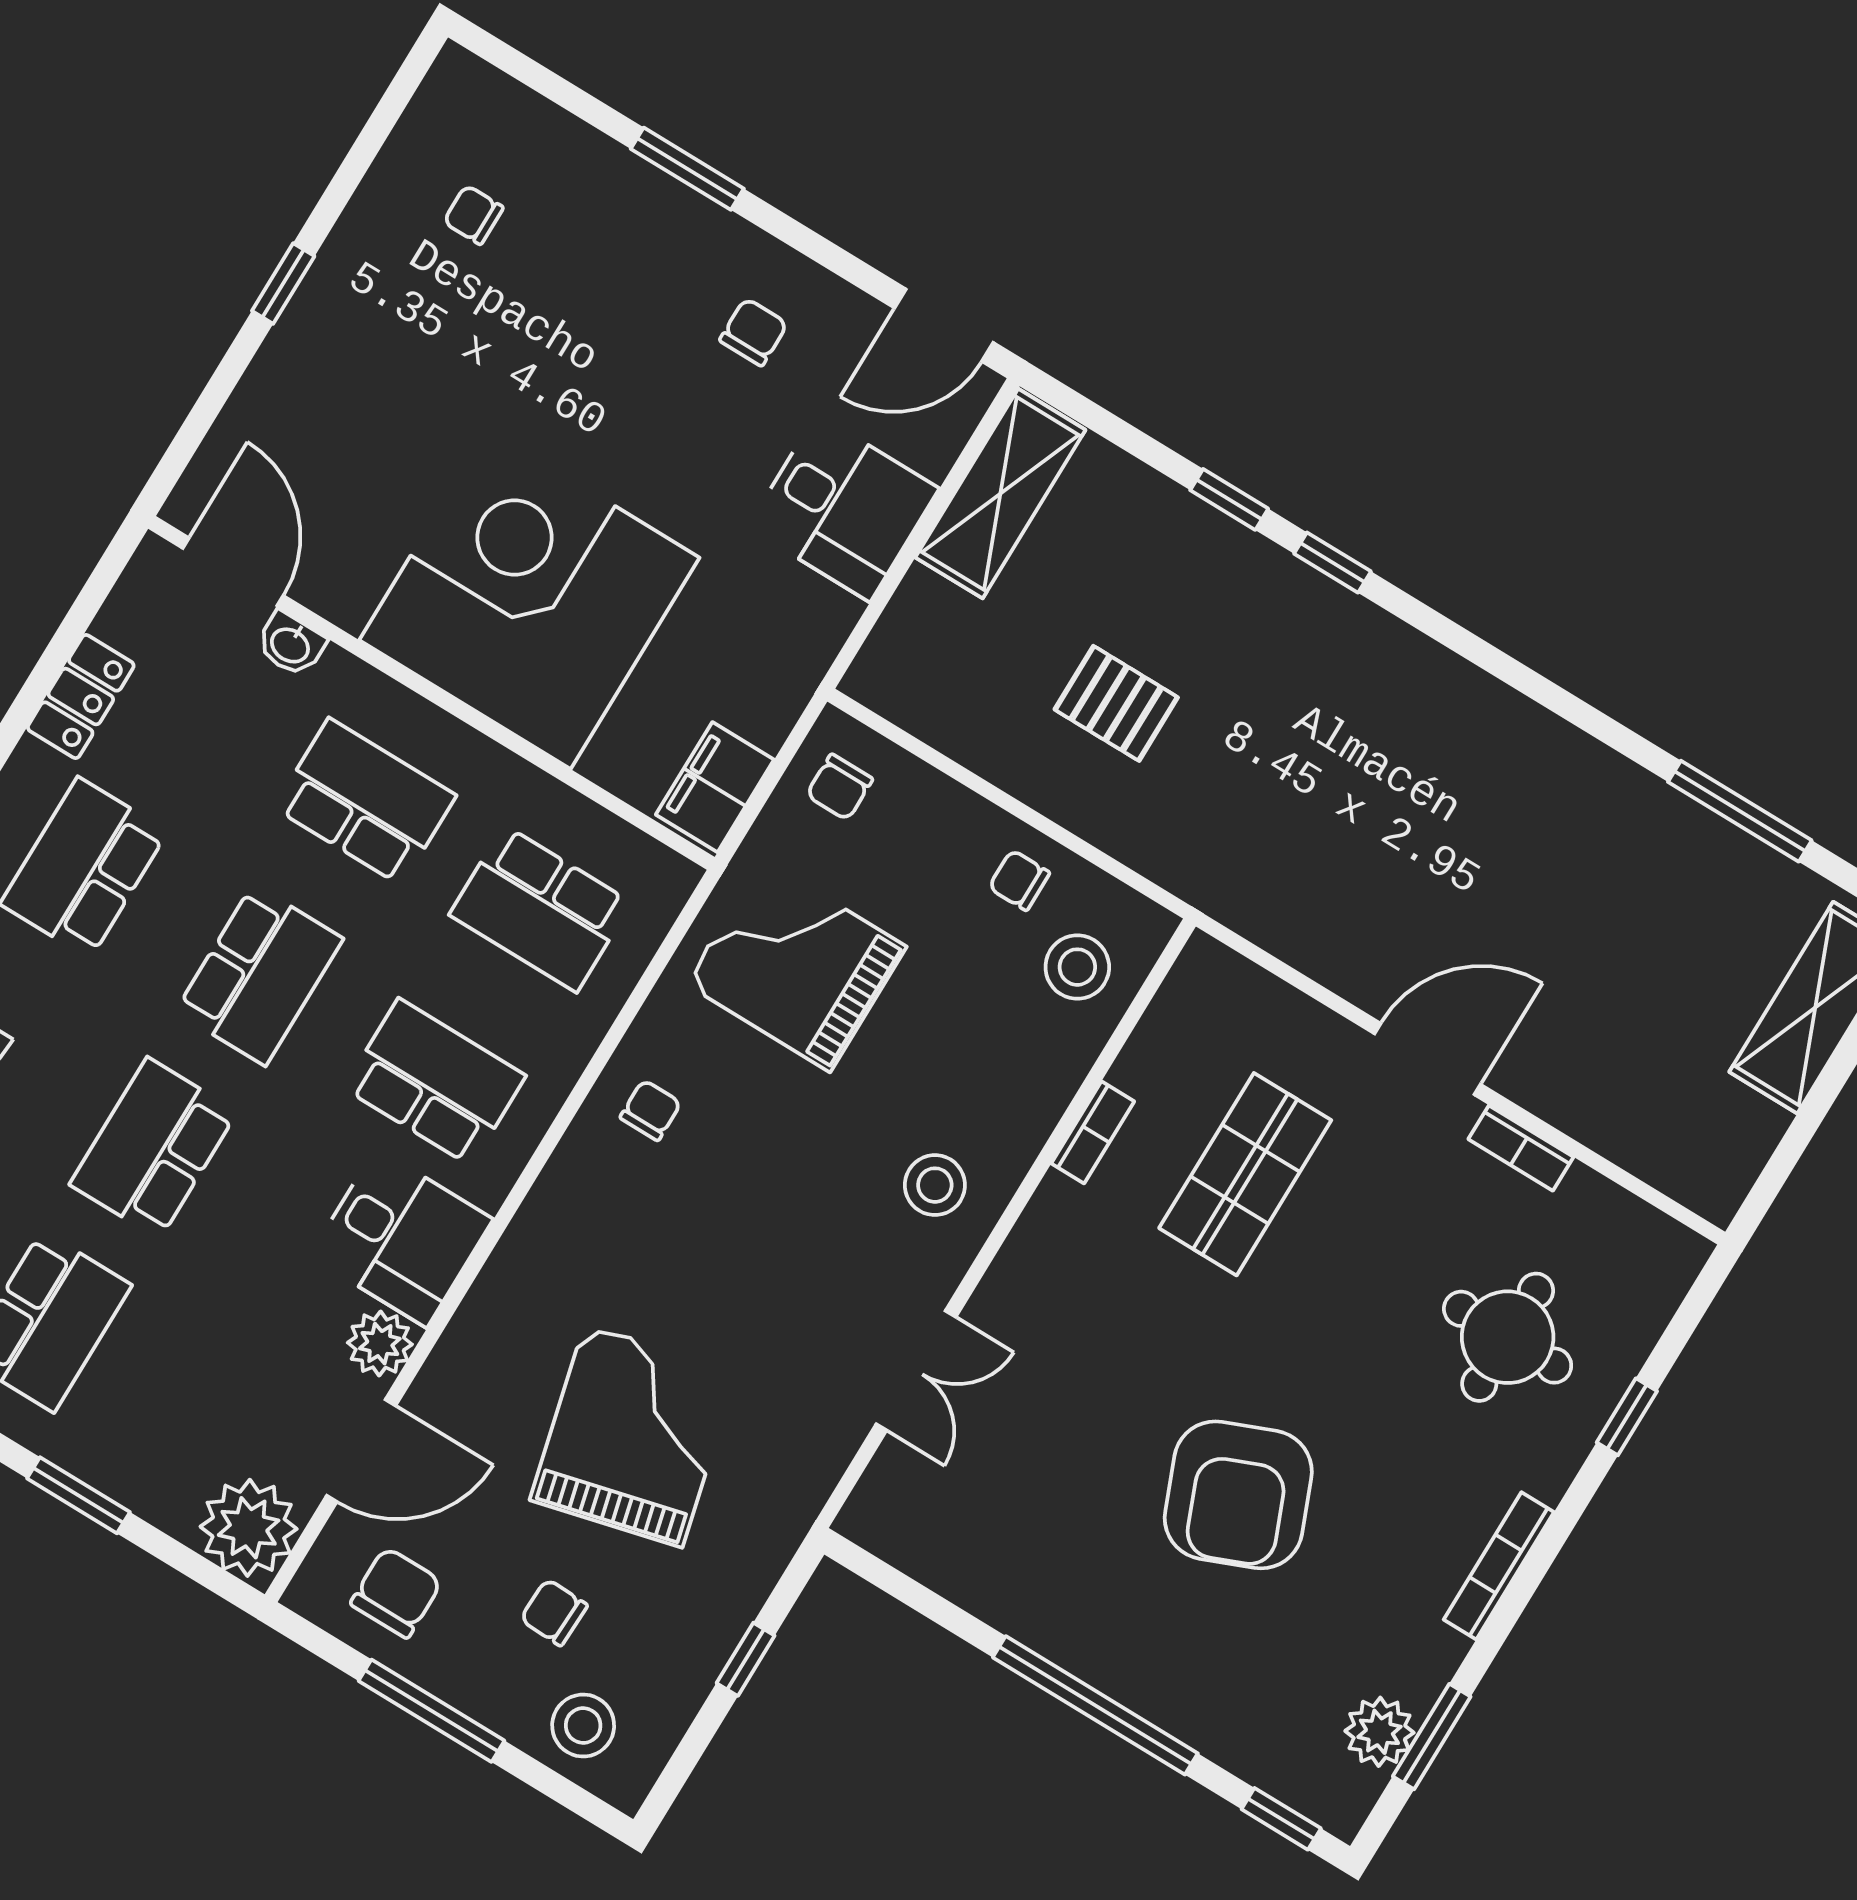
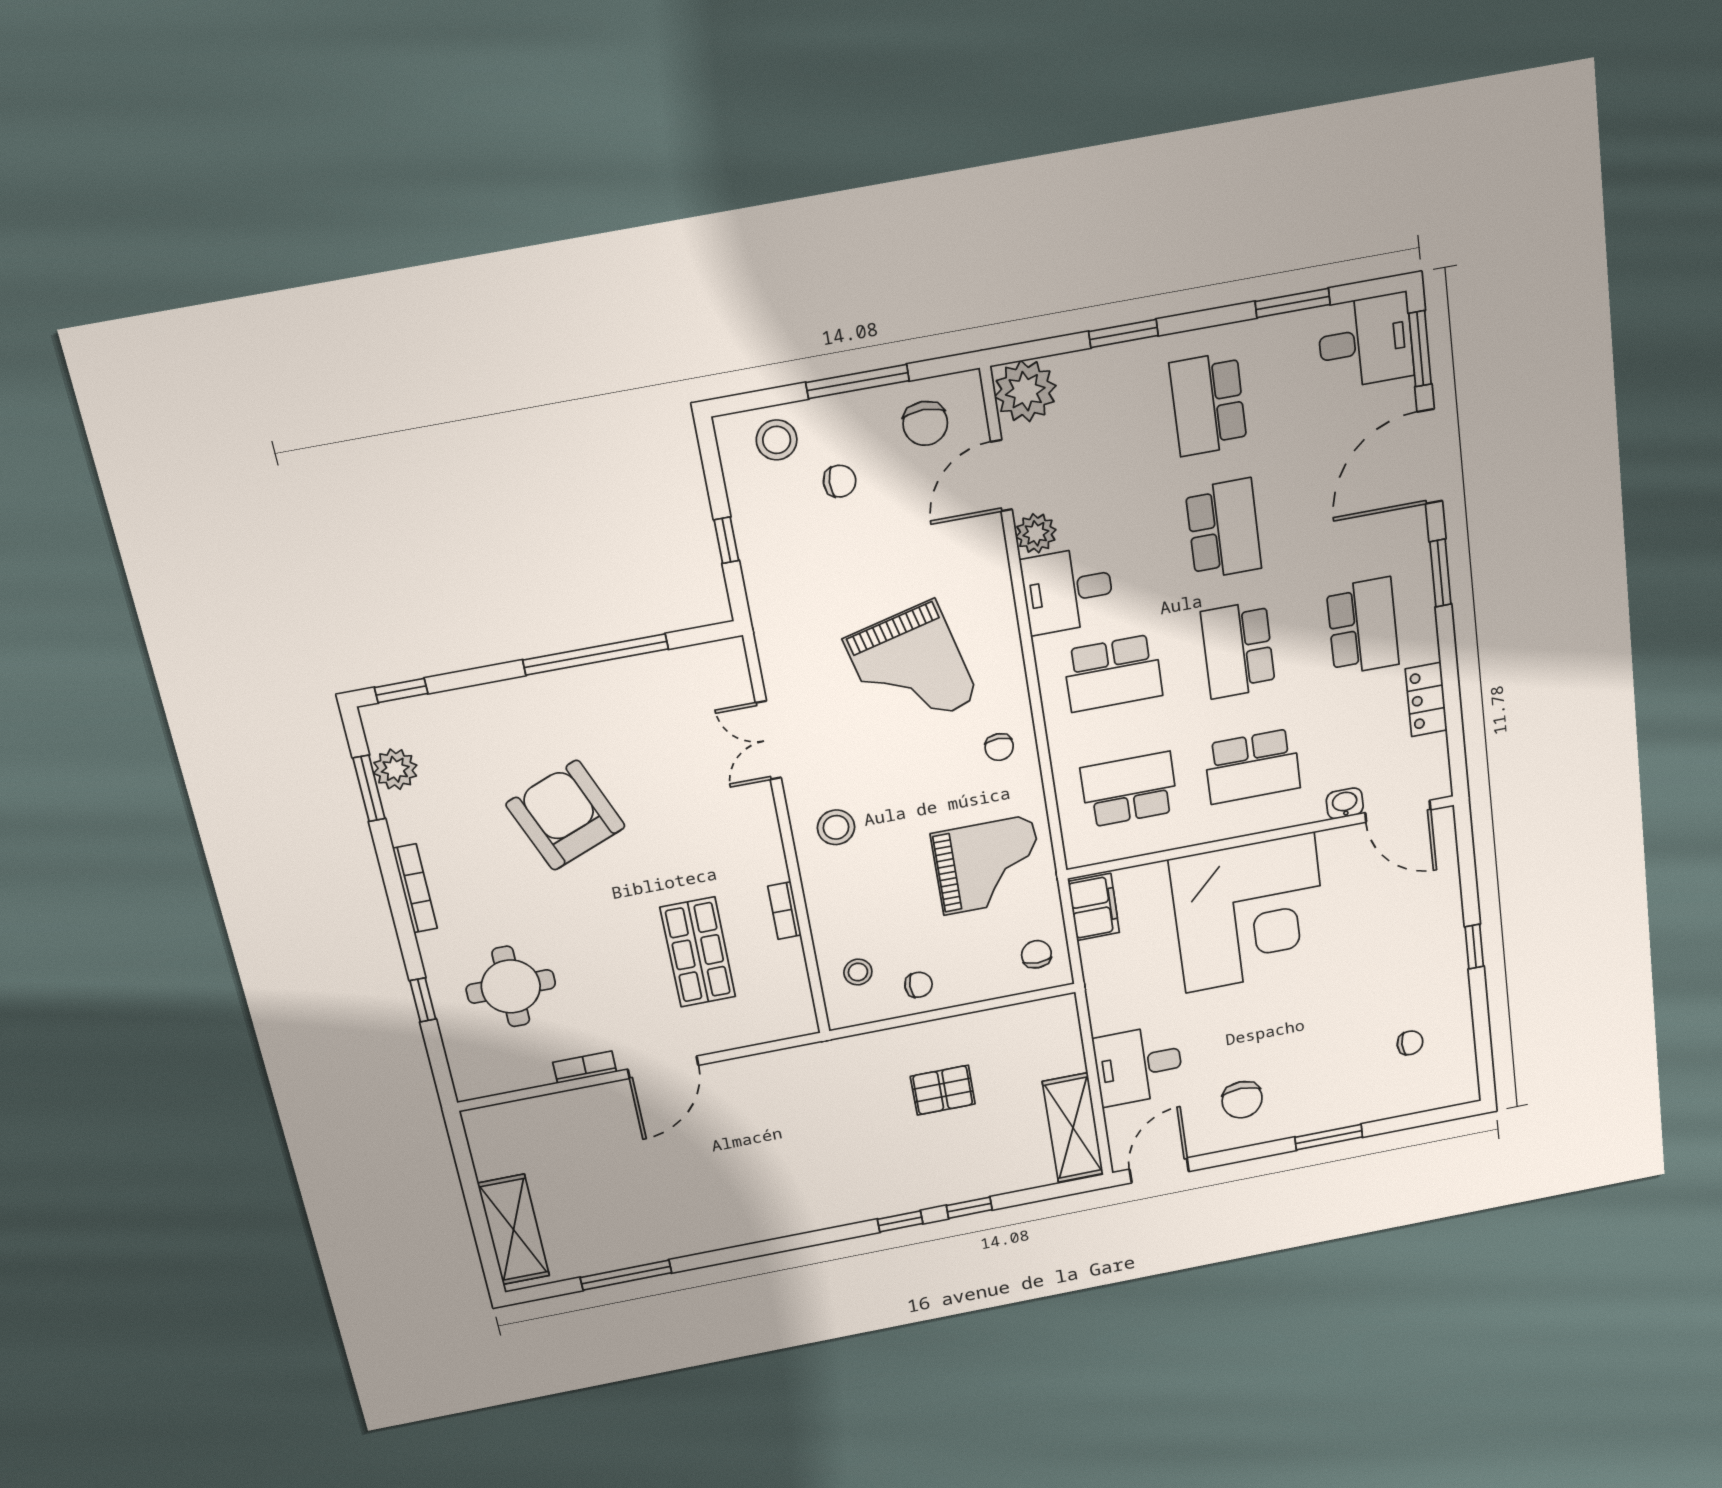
chair: (754, 332) -> (1242, 1100), width x1.37, depth x1.37
stool: (1077, 967) -> (858, 972), width x0.73, depth x0.73
grand piano: (634, 1436) -> (911, 669), moved
window: (1095, 1705) -> (596, 654), moved

